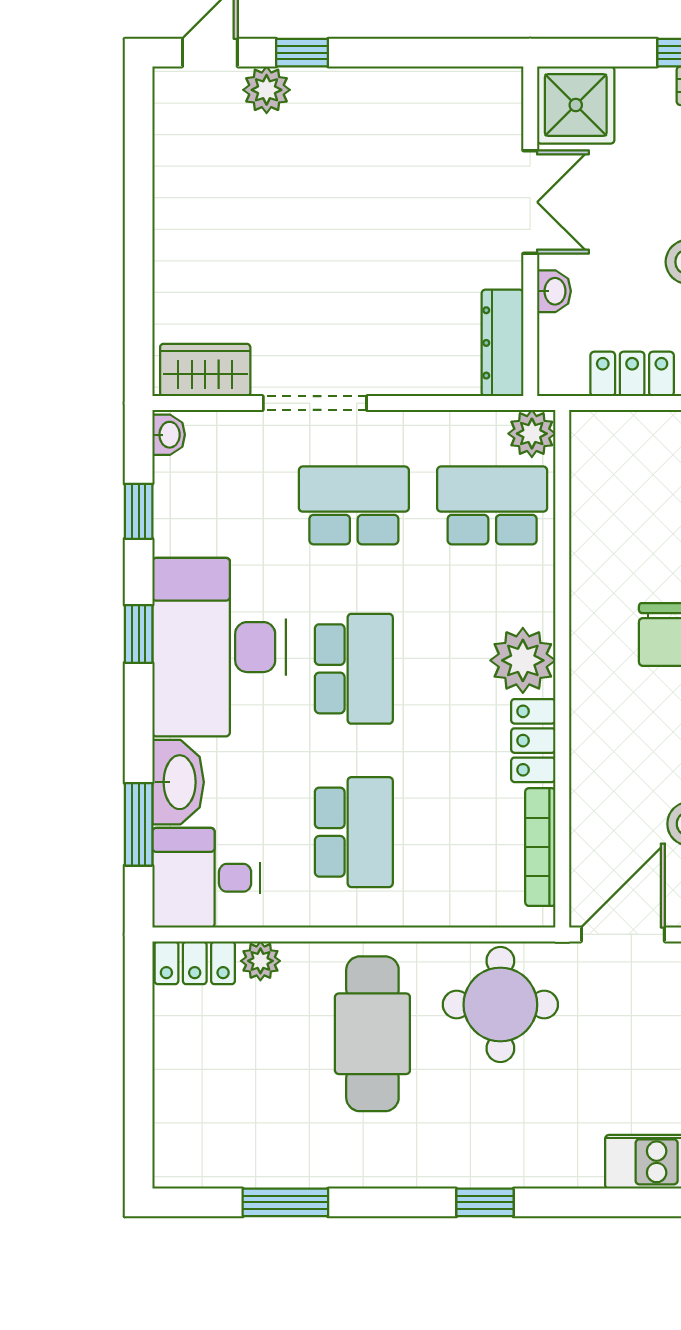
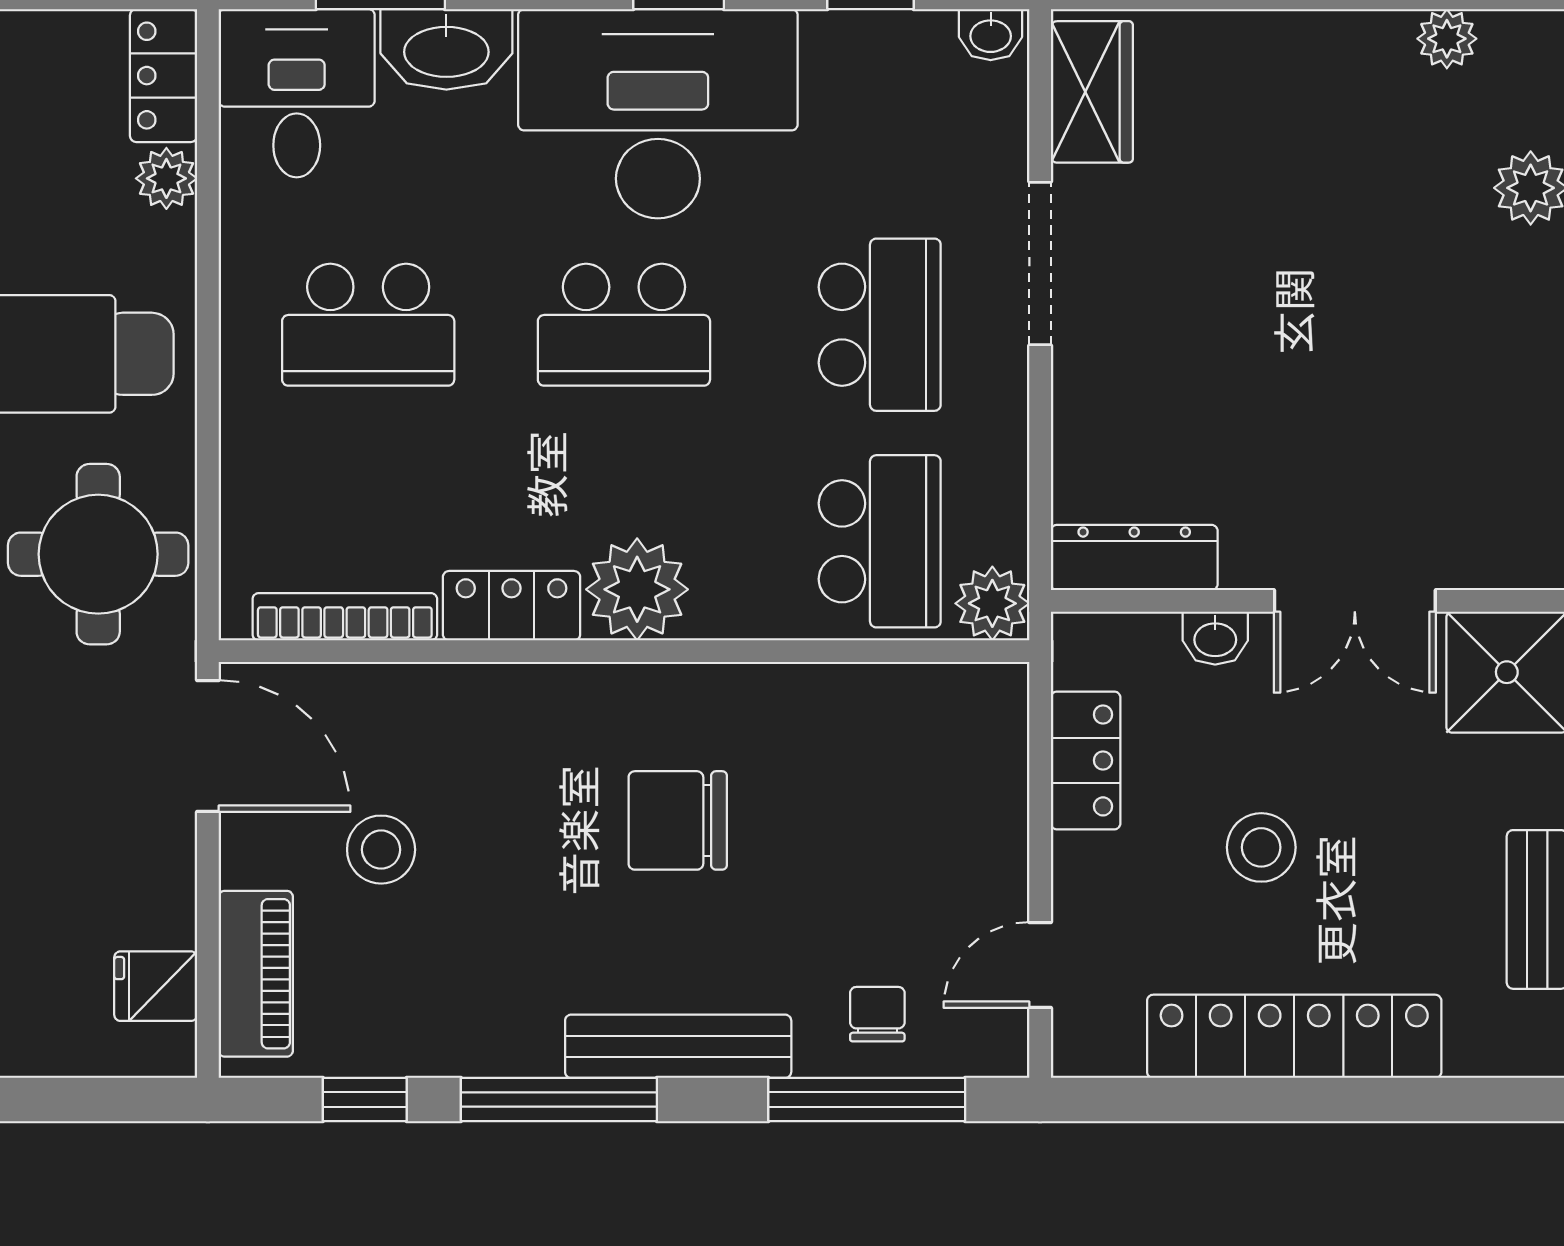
plant: (171, 143) -> (1447, 39), added

